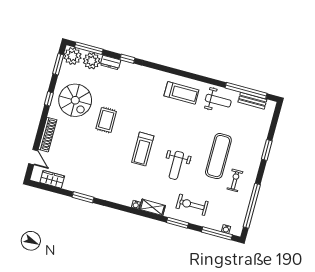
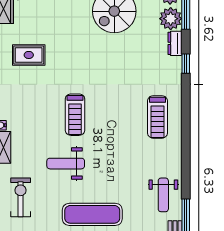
treadmill: (181, 93) -> (157, 117), moved
rug: (106, 120) -> (29, 55), moved
treadmill: (143, 149) -> (75, 115), turned -90

